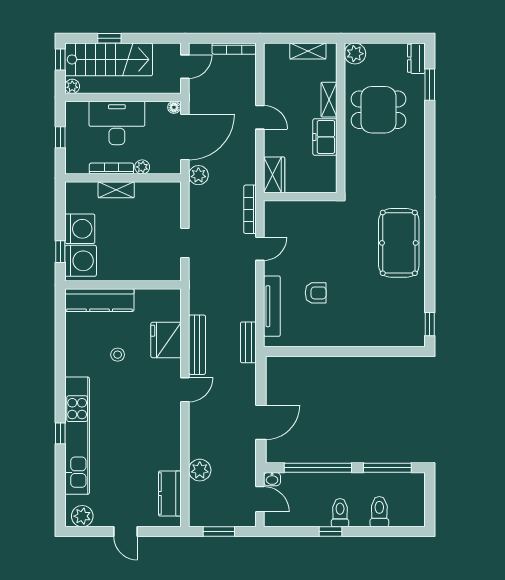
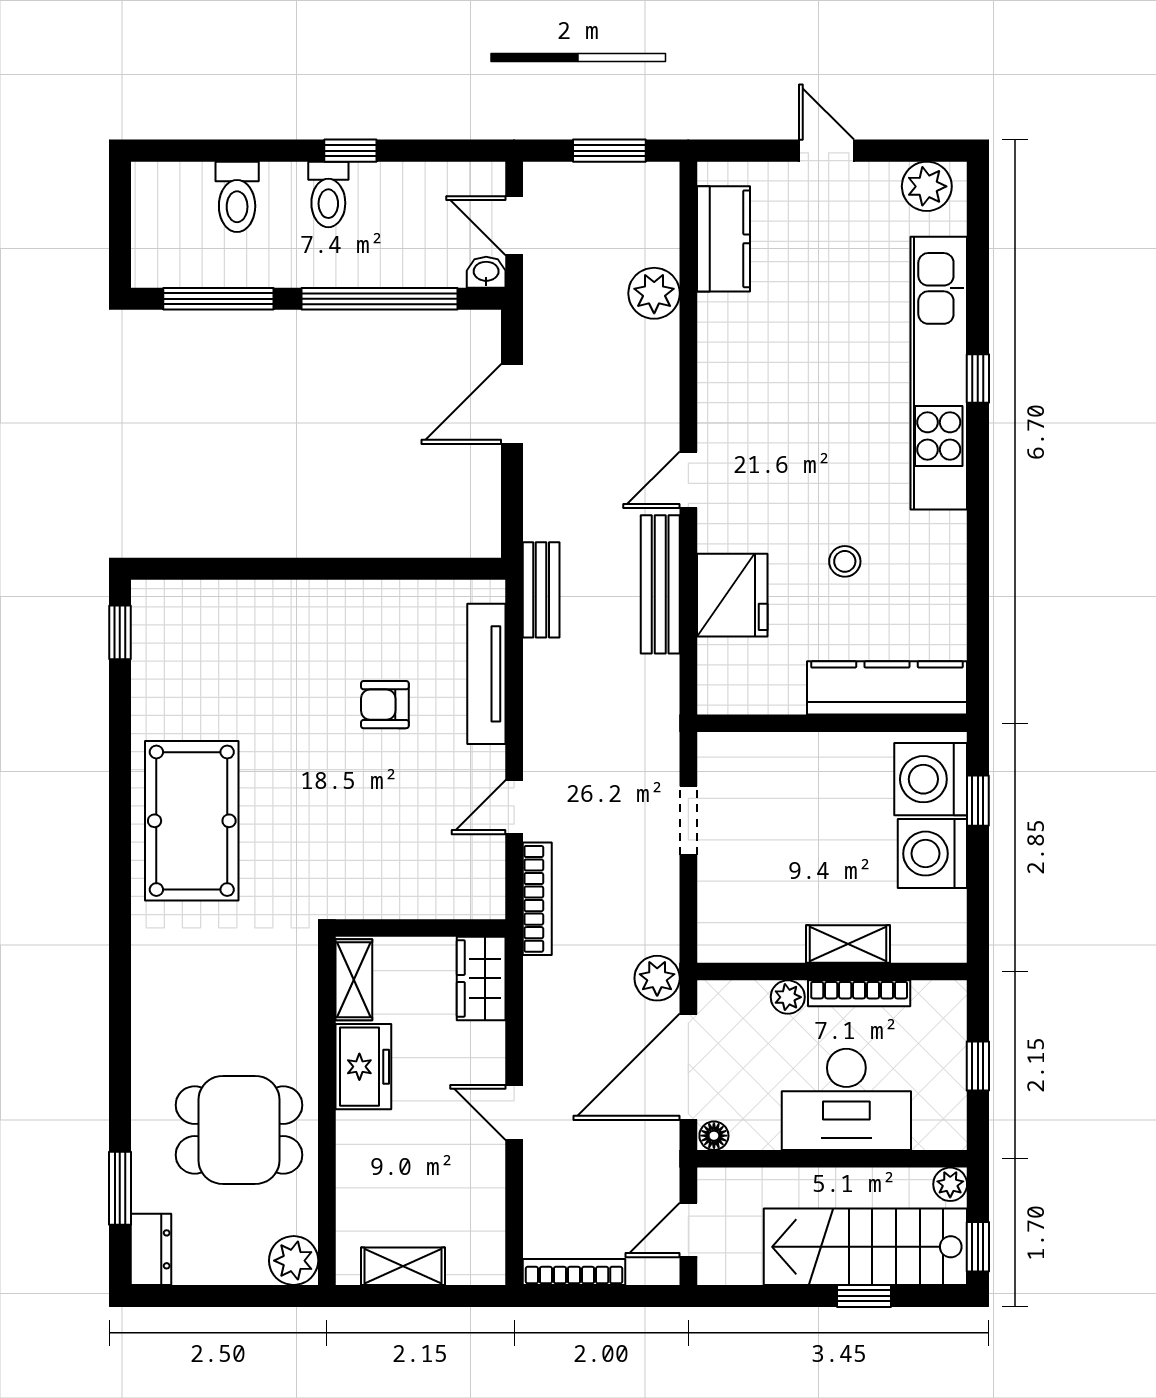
shelving: (329, 100) -> (354, 980), moved

